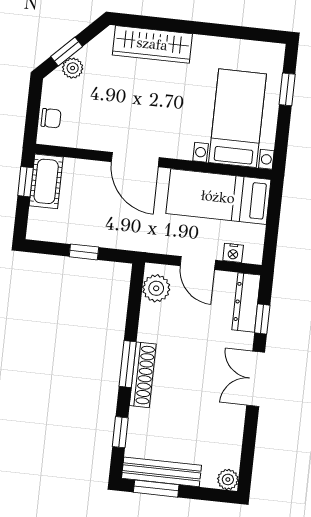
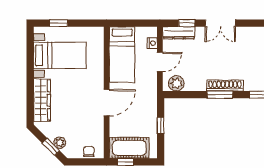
bed with nightstands: (238, 118) -> (60, 55), moved, turned 180
cot: (46, 181) -> (129, 148), width x1.37, depth x1.34

